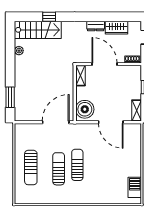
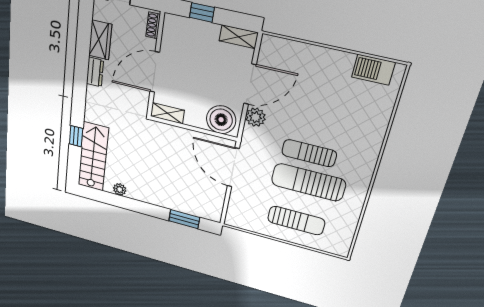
plant: (92, 129) -> (256, 117), added
sun lounger: (59, 169) -> (308, 182), width x1.36, depth x1.34

